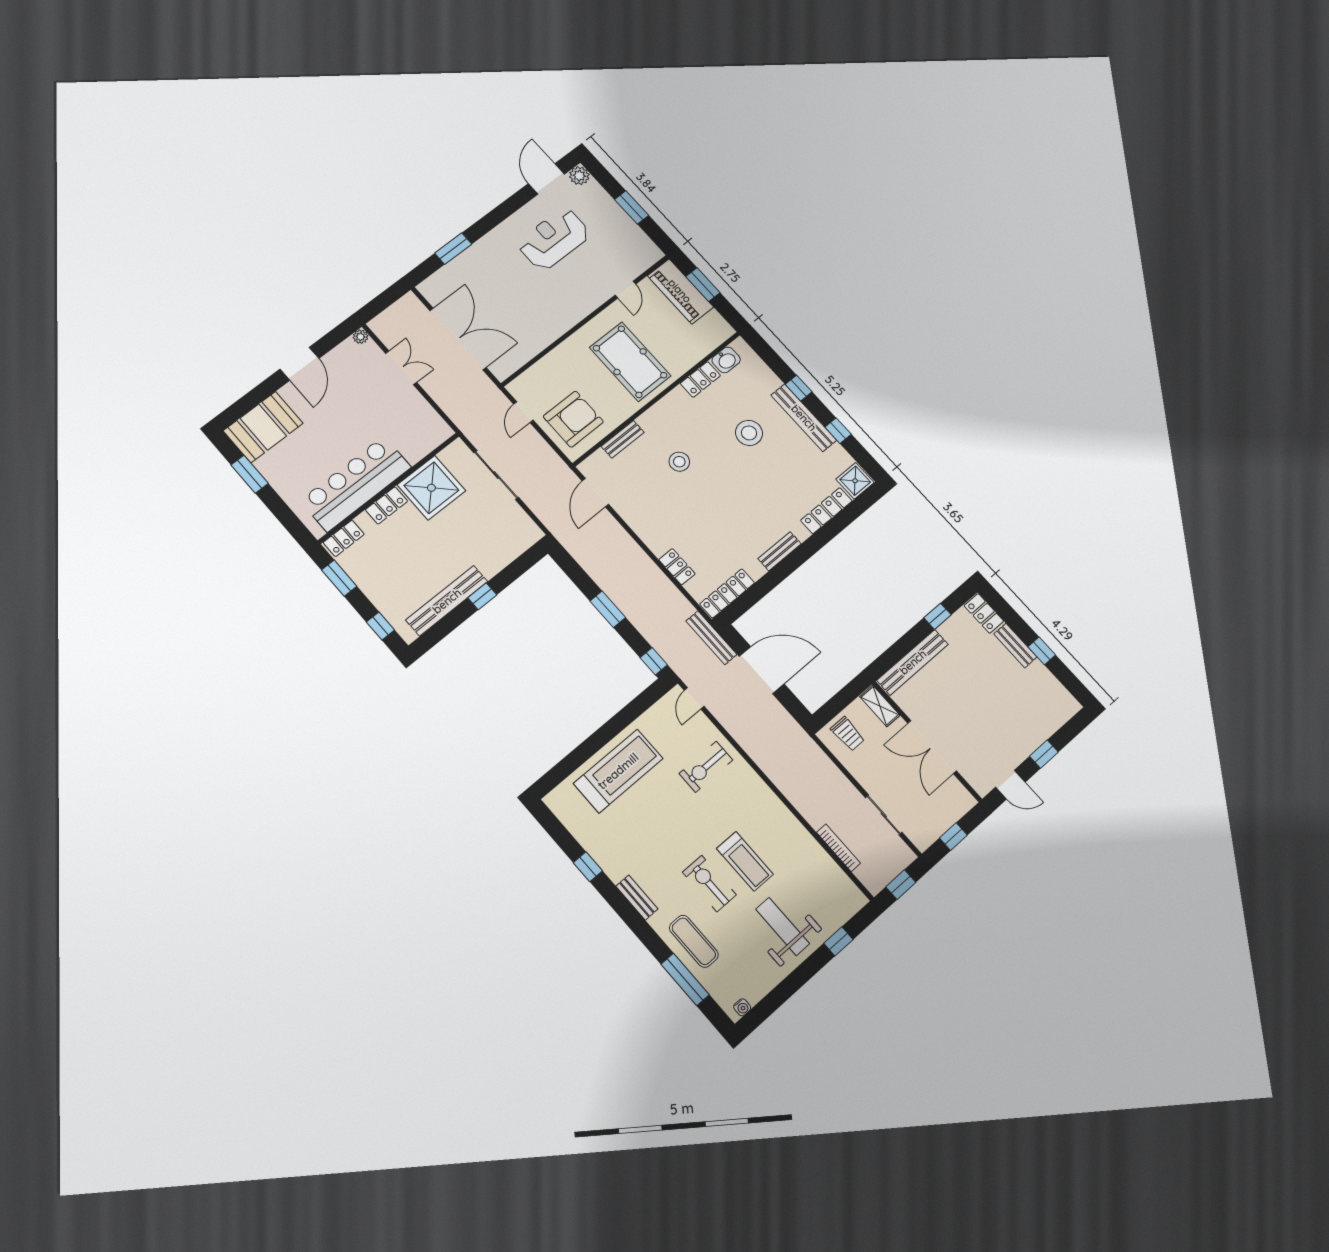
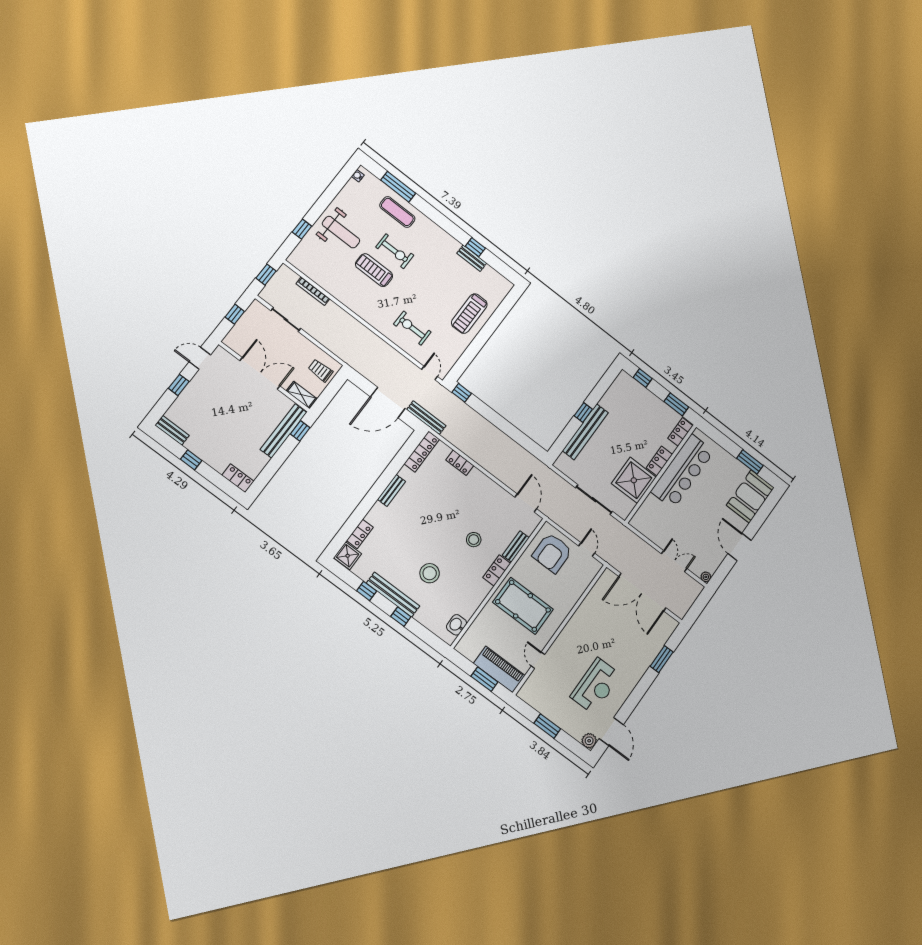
double door: (401, 368) -> (674, 561), swing flipped
locker: (700, 379) -> (497, 570), moved
locker: (826, 511) -> (360, 534), width x0.66
bench: (447, 601) -> (585, 432), moved
window: (608, 609) -> (500, 422), removed
window: (937, 616) -> (300, 431), moved
bench: (1015, 645) -> (172, 430), moved
exercise bike: (706, 767) -> (412, 328), turned -90
treadmill: (618, 771) -> (469, 314), width x0.73, depth x0.73
bench: (637, 898) -> (472, 258), moved

